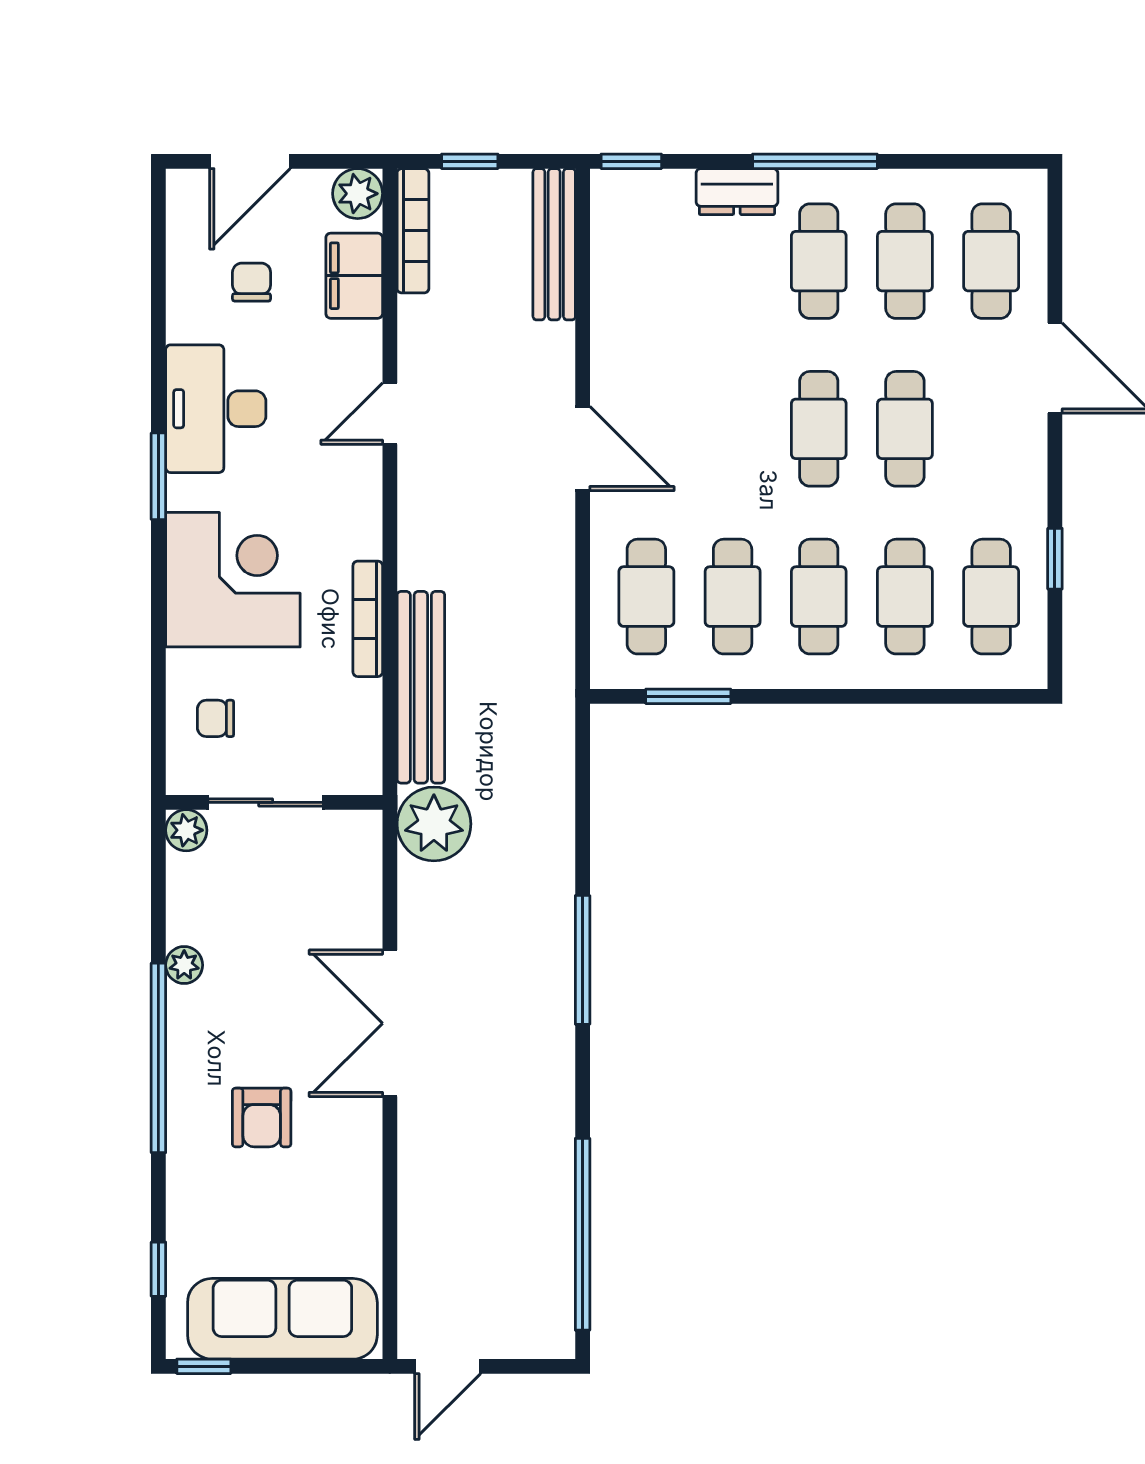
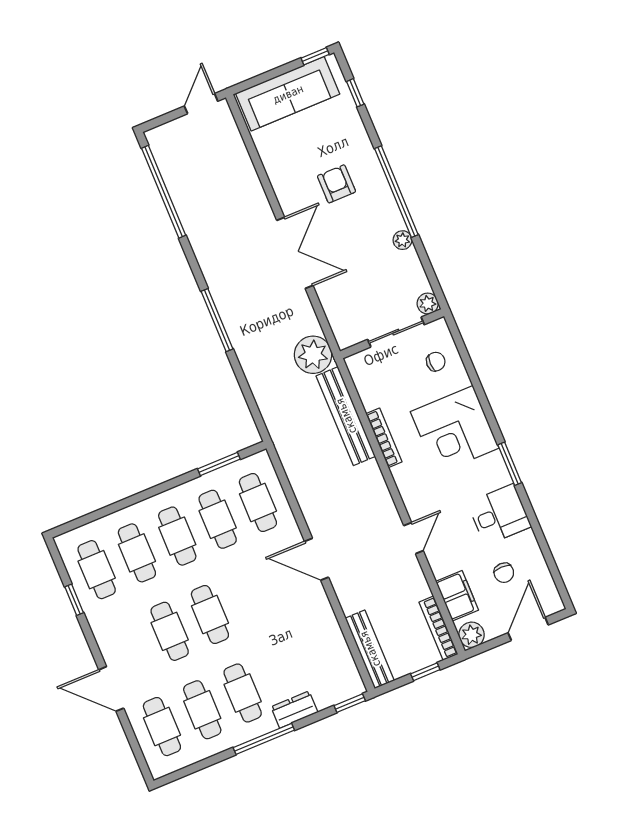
desk: (216, 409) -> (499, 515), width x0.73

